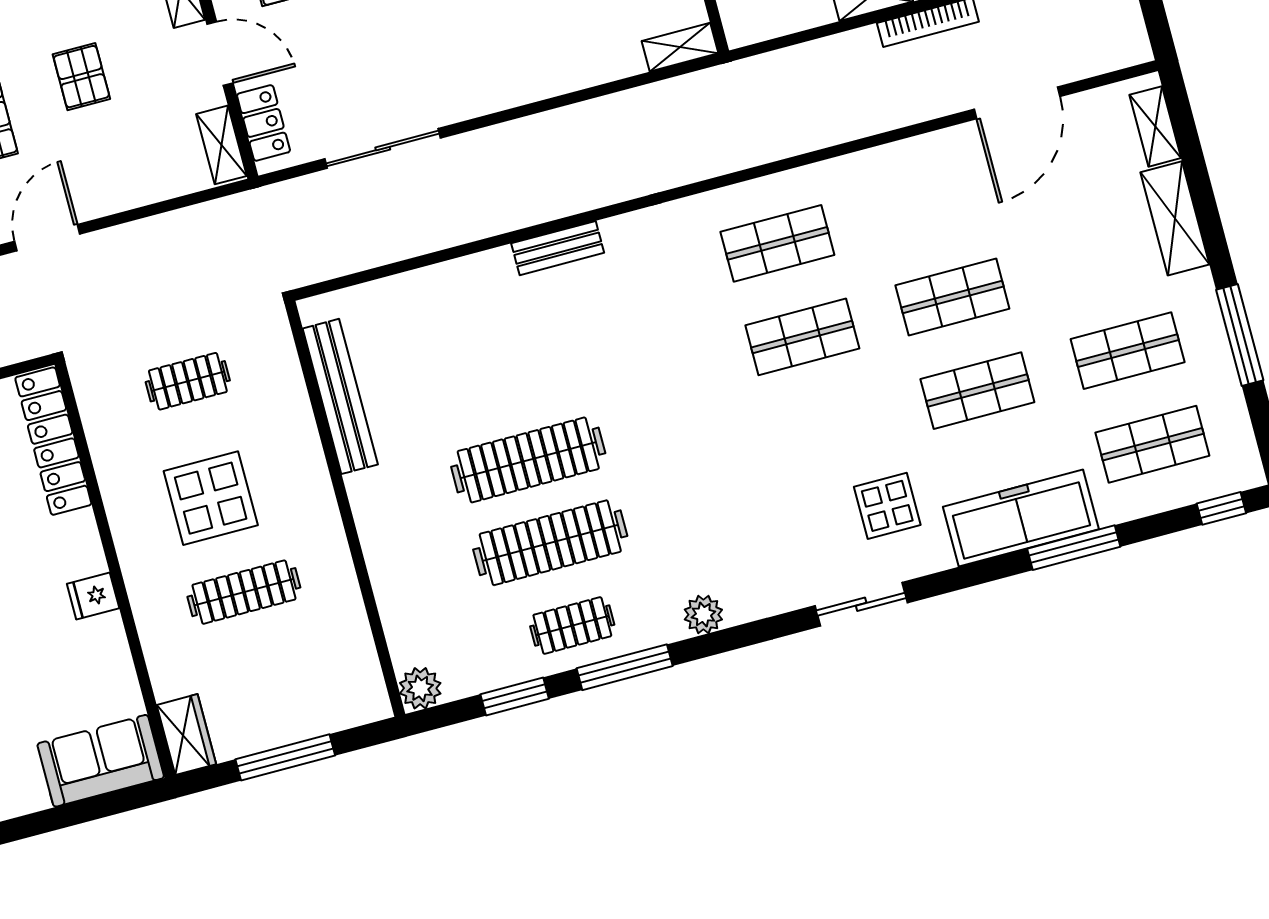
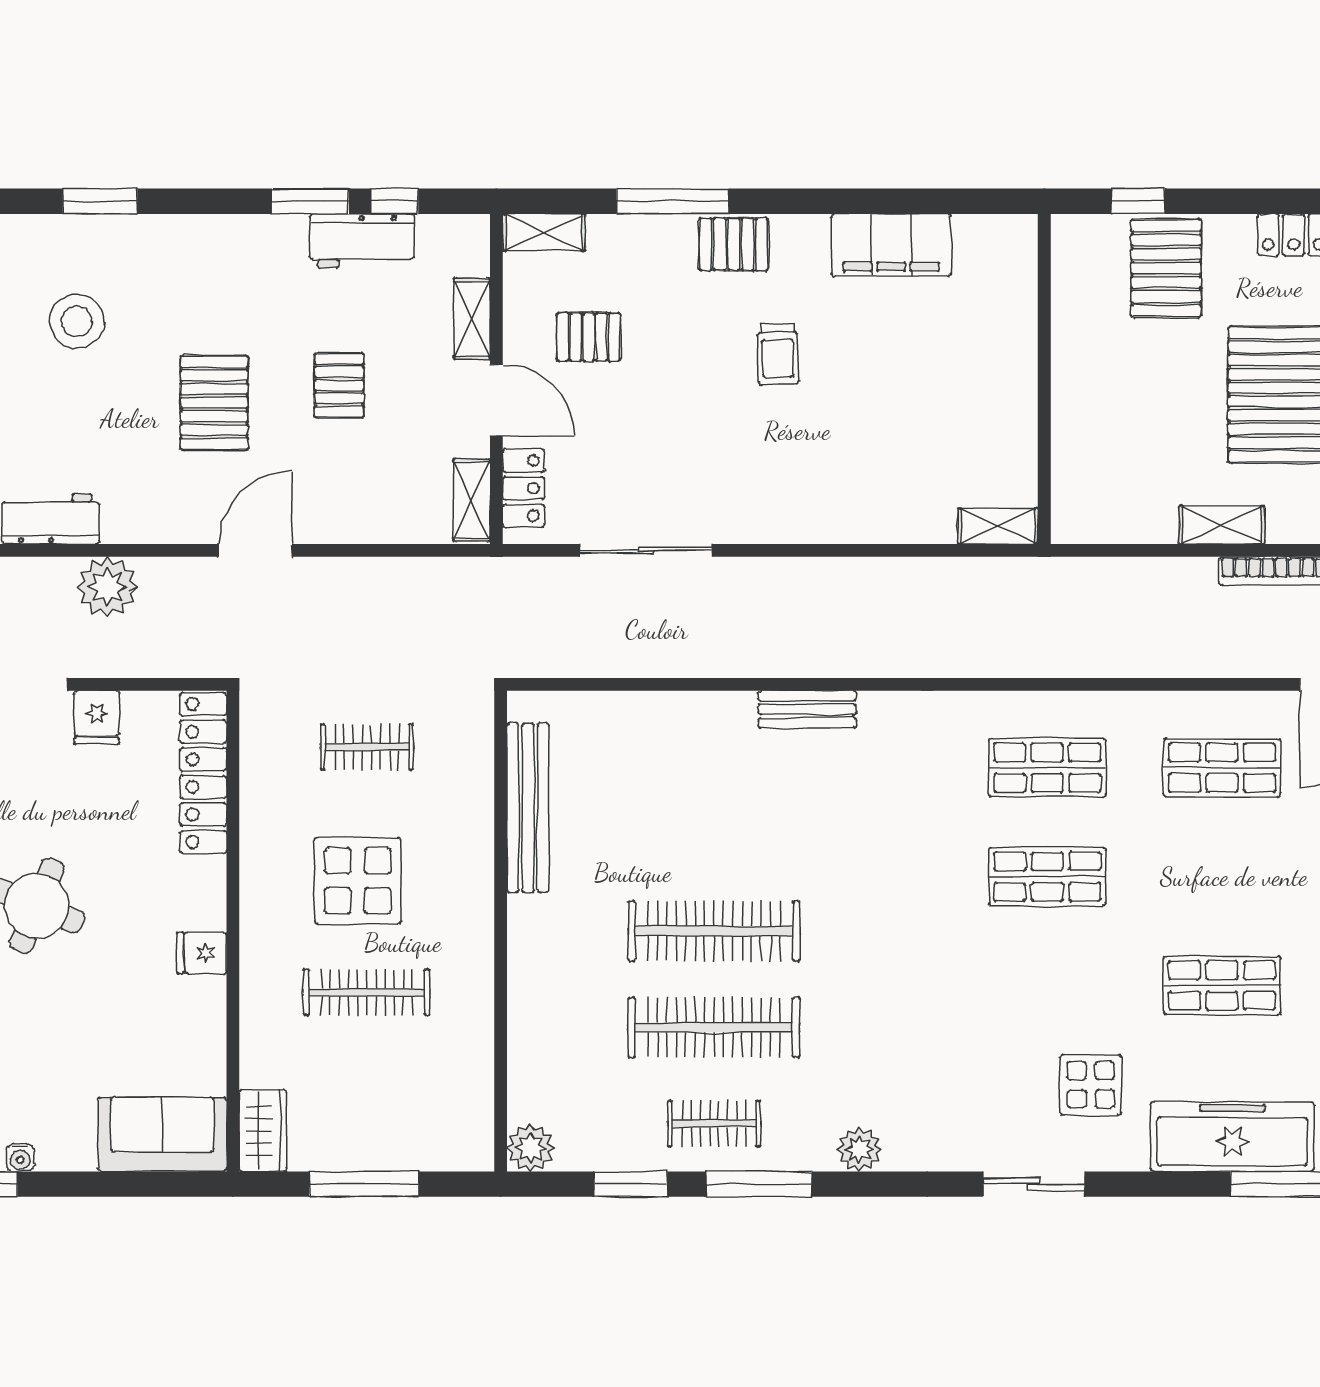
shop shelf: (952, 297) -> (1222, 768), moved

